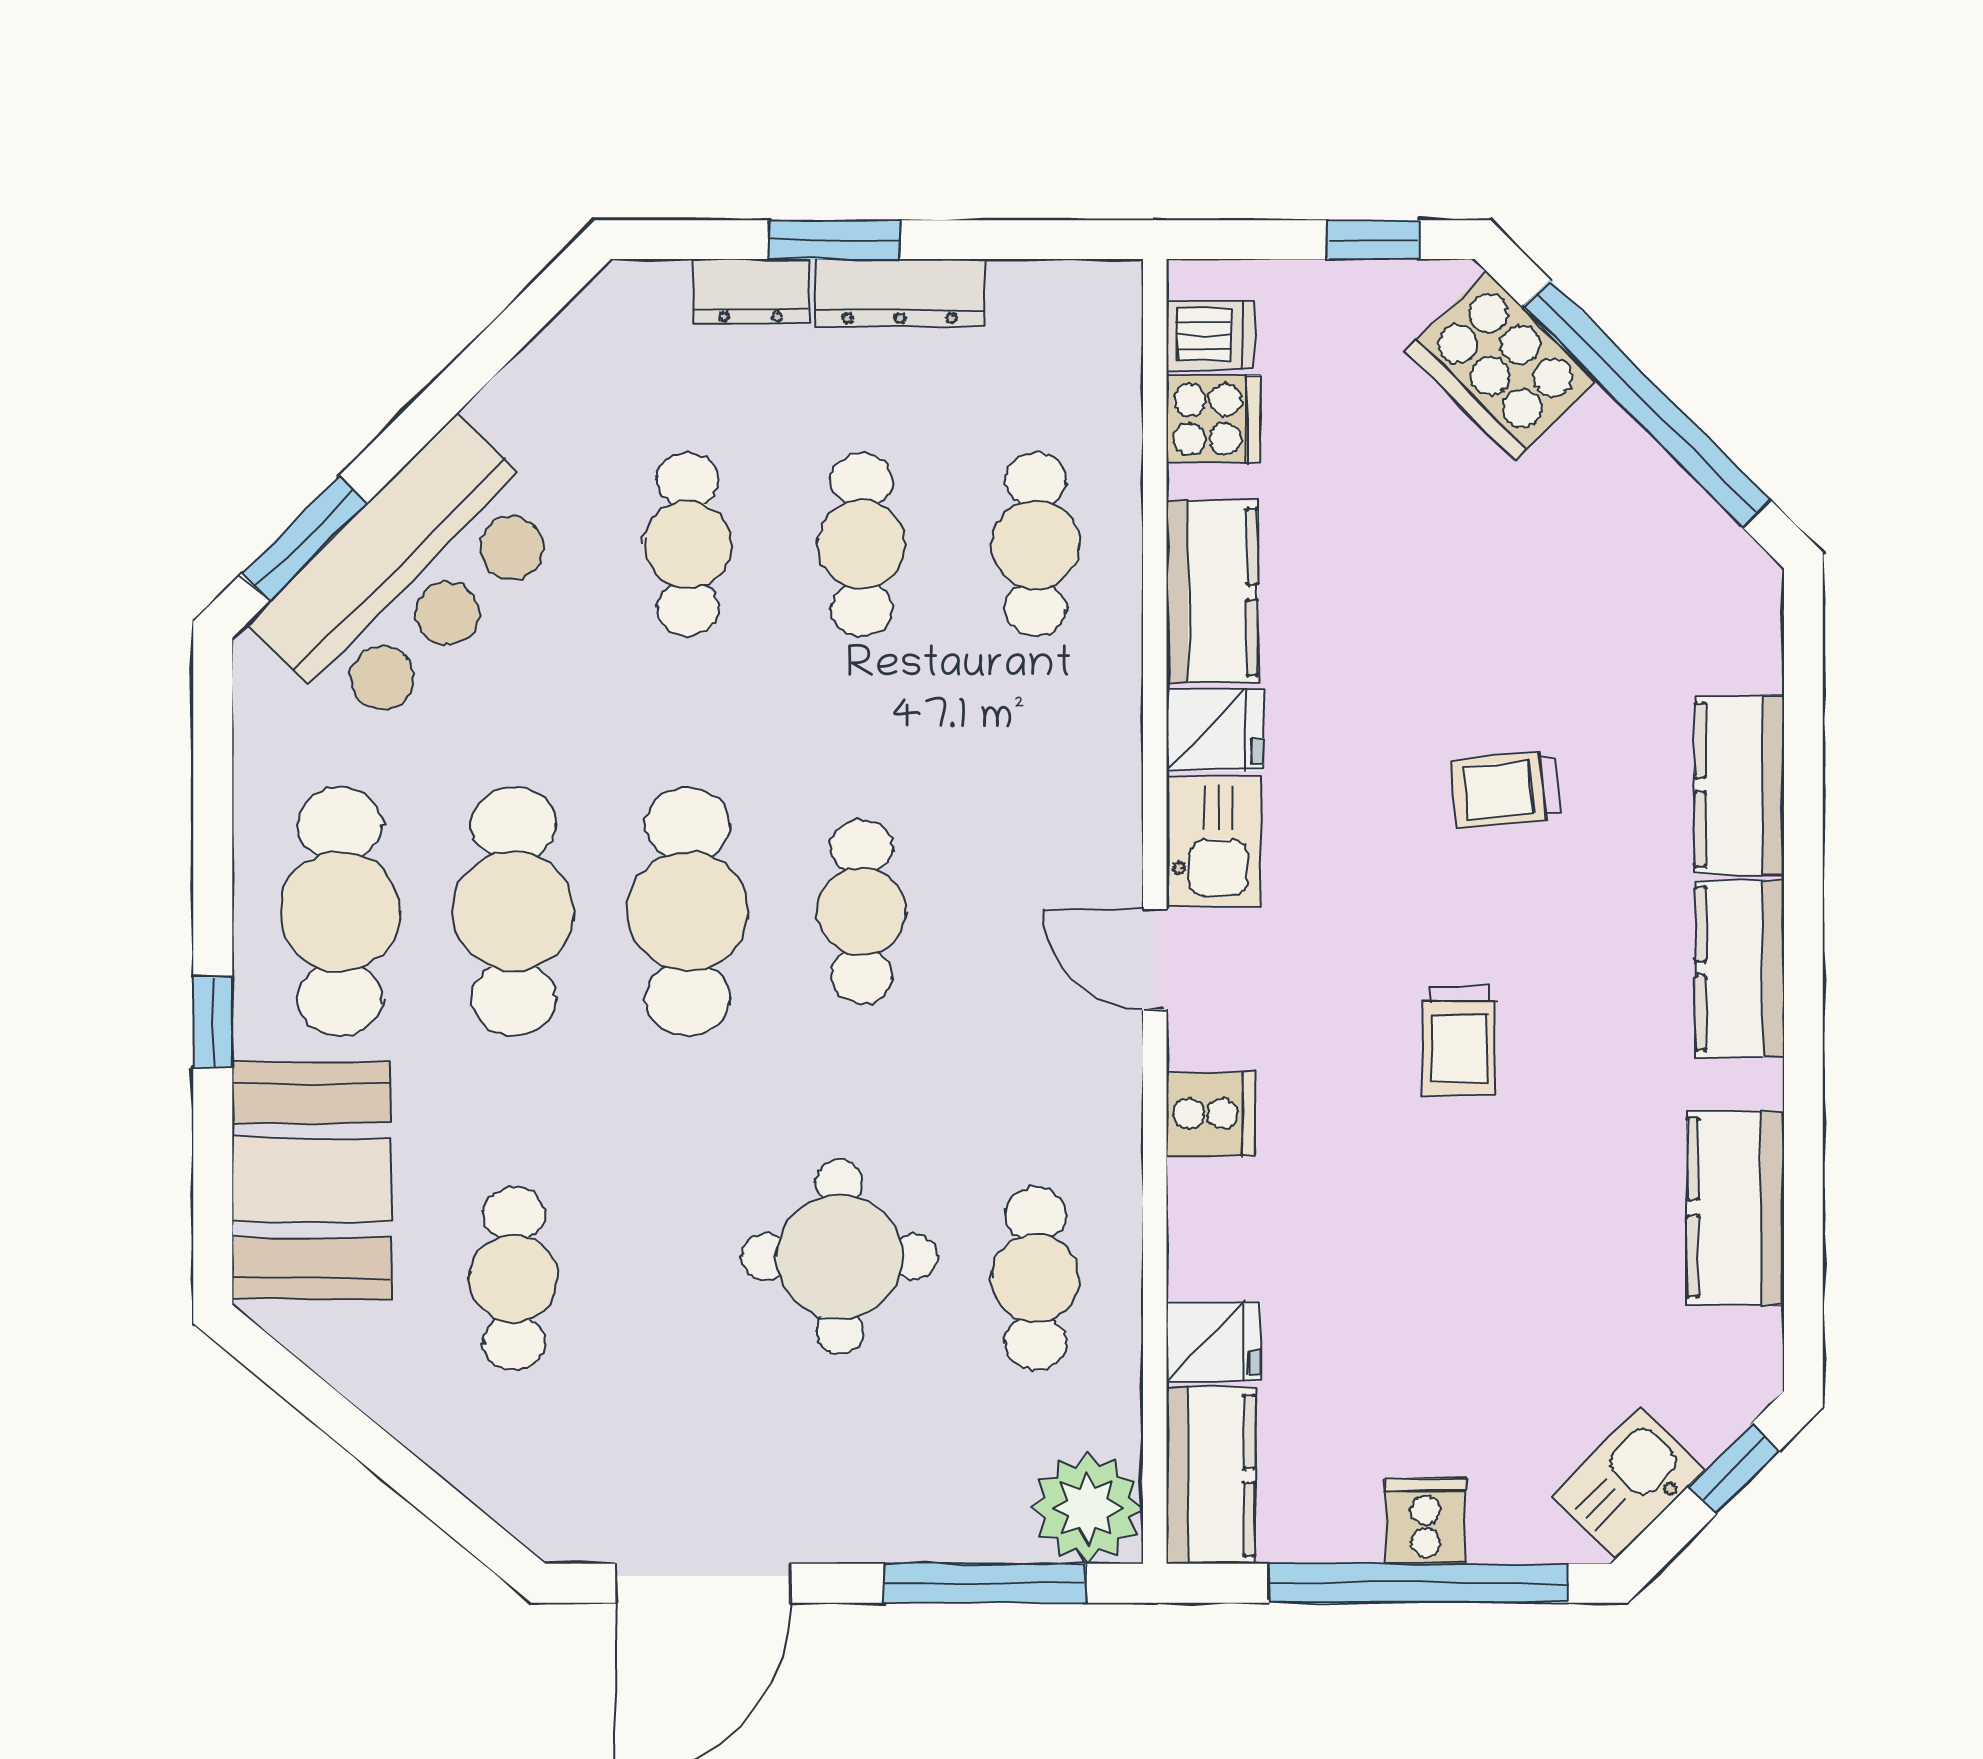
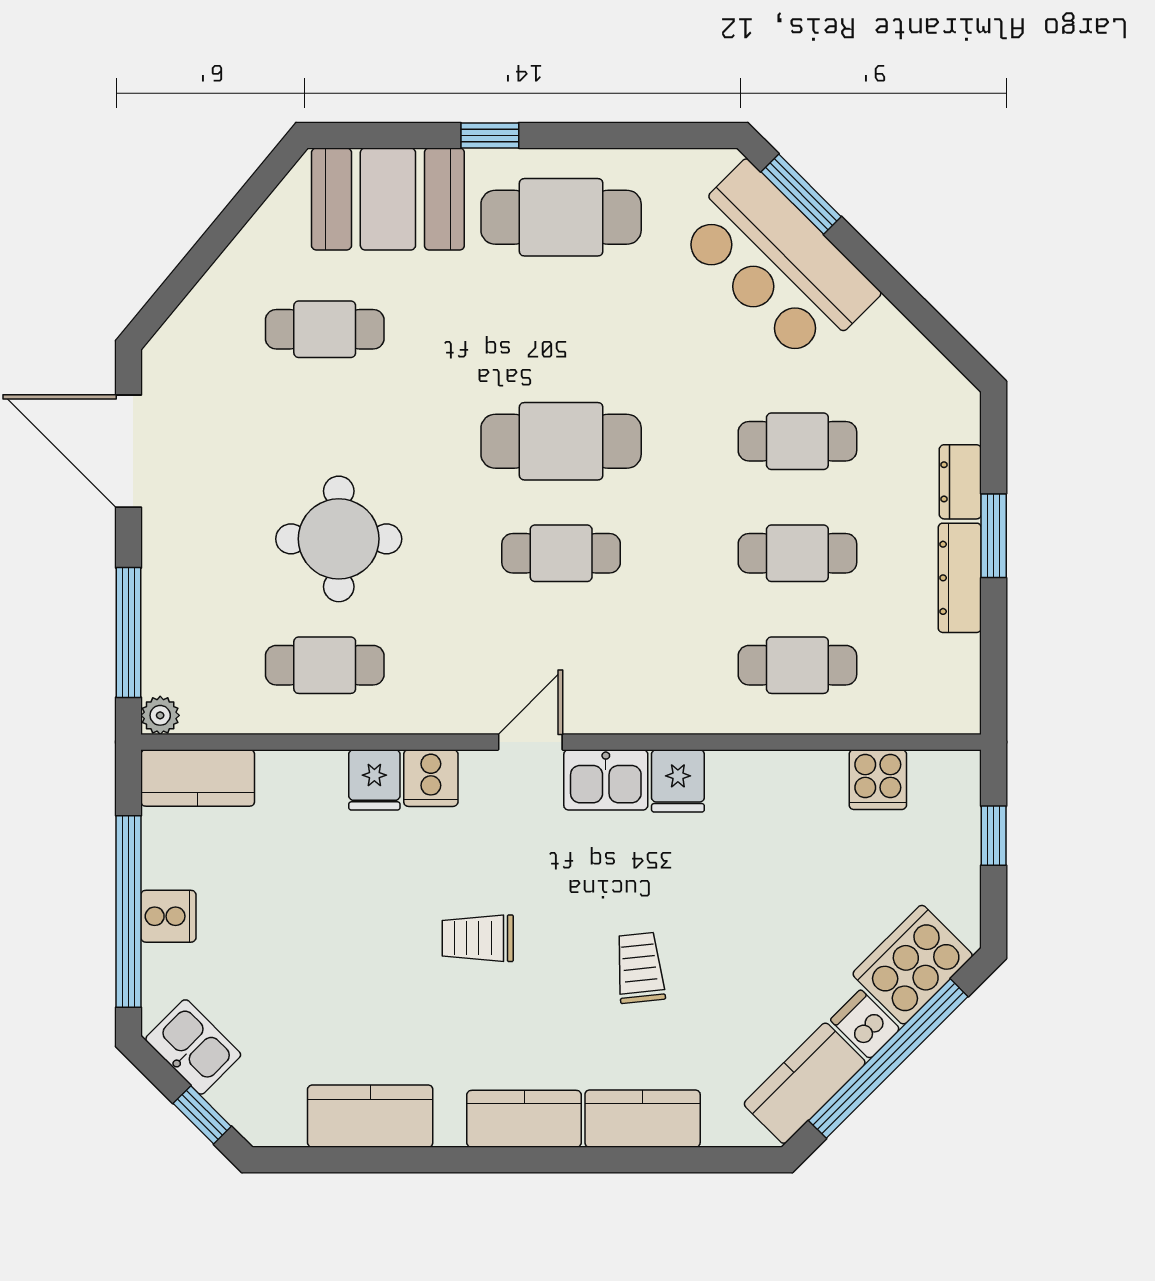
window: (1373, 240) -> (994, 836), moved
dishwasher: (1210, 335) -> (865, 1024), moved, turned 135
kitchen counter: (1212, 592) -> (805, 1083), moved, turned 135
cafe table: (514, 911) -> (561, 329), removed
fridge: (1214, 1342) -> (374, 780), moved
plant: (1087, 1508) -> (160, 715), width x0.53, depth x0.53

